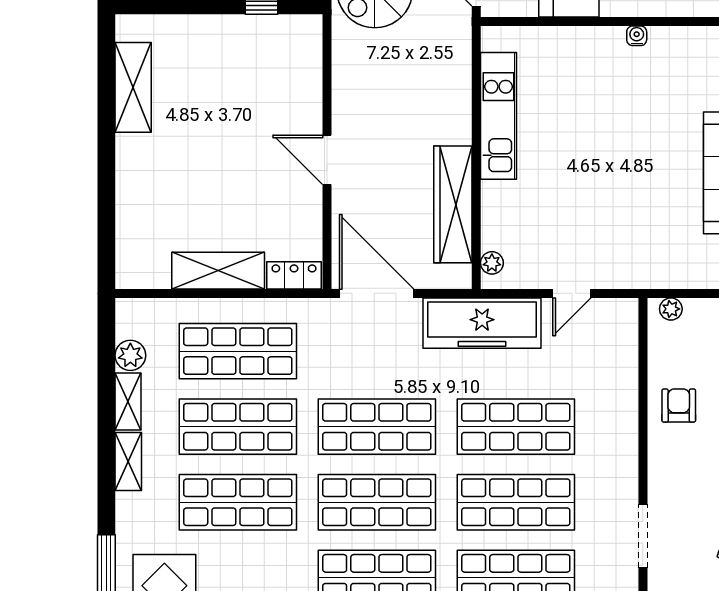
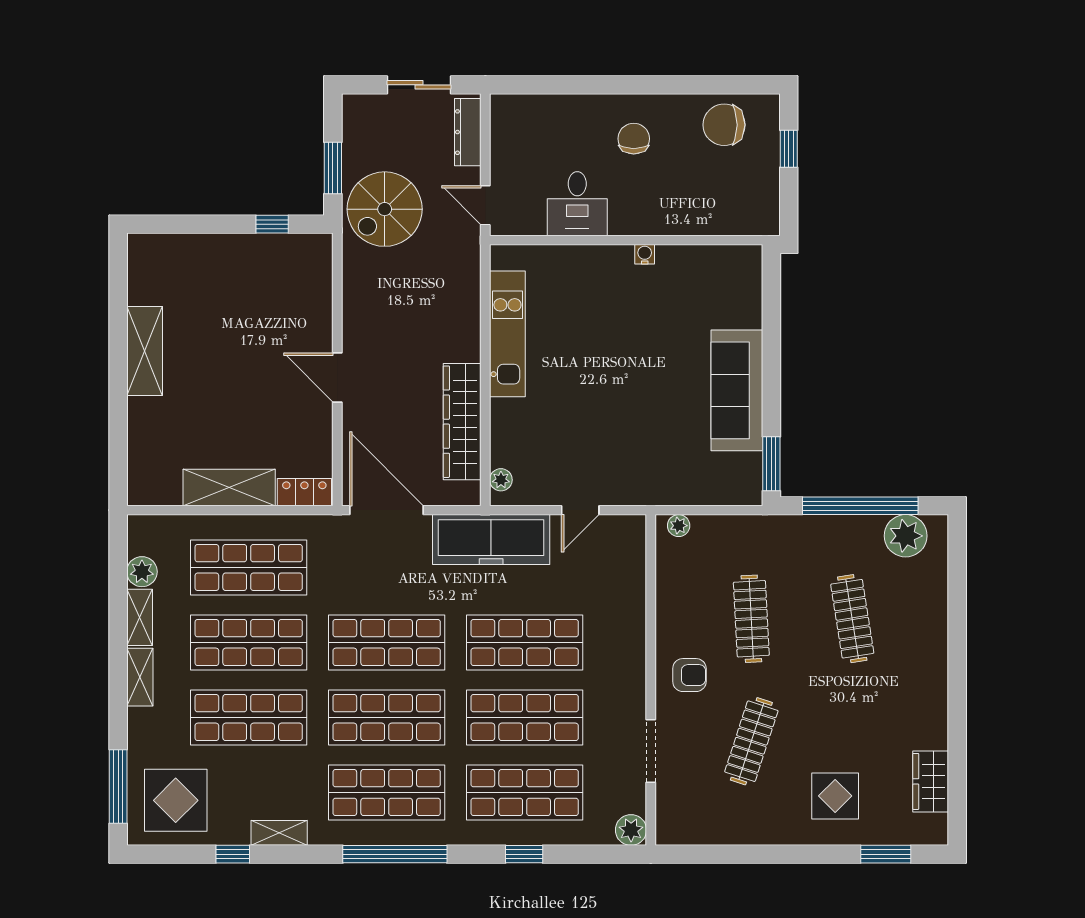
shelving: (133, 87) -> (145, 351), moved
armchair: (679, 406) -> (689, 675), moved, turned 90

